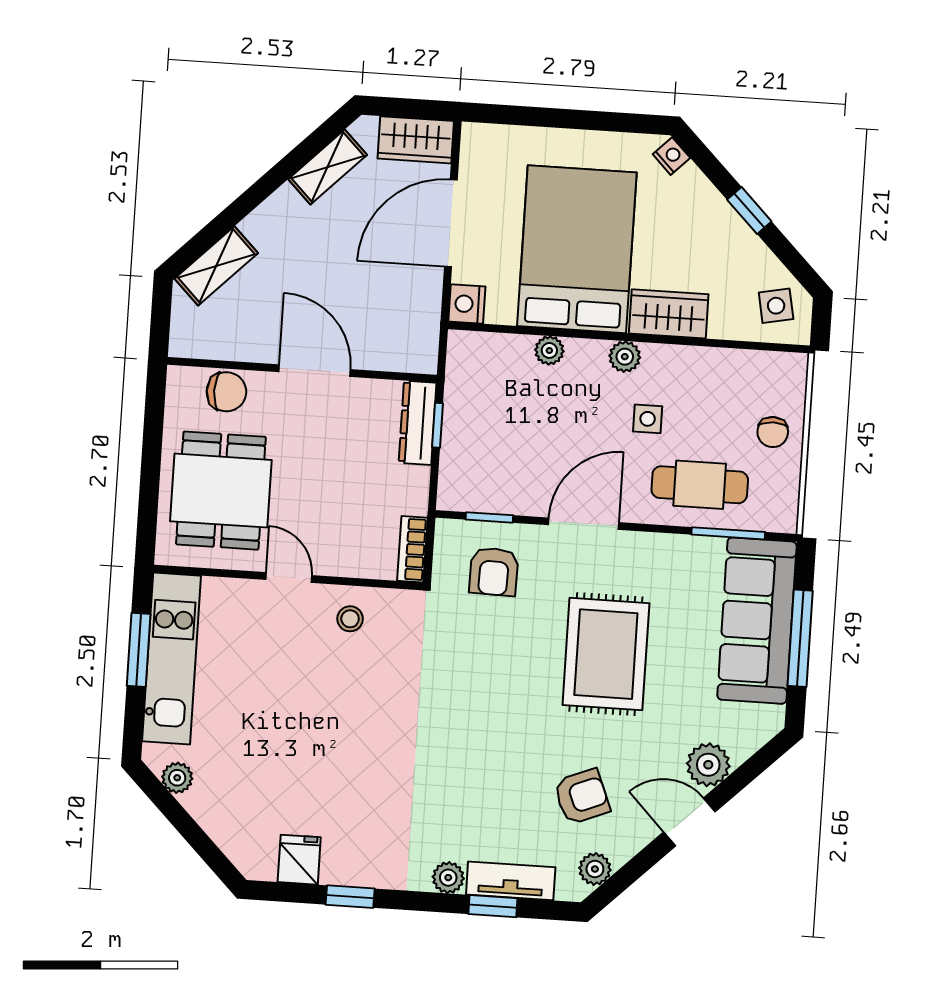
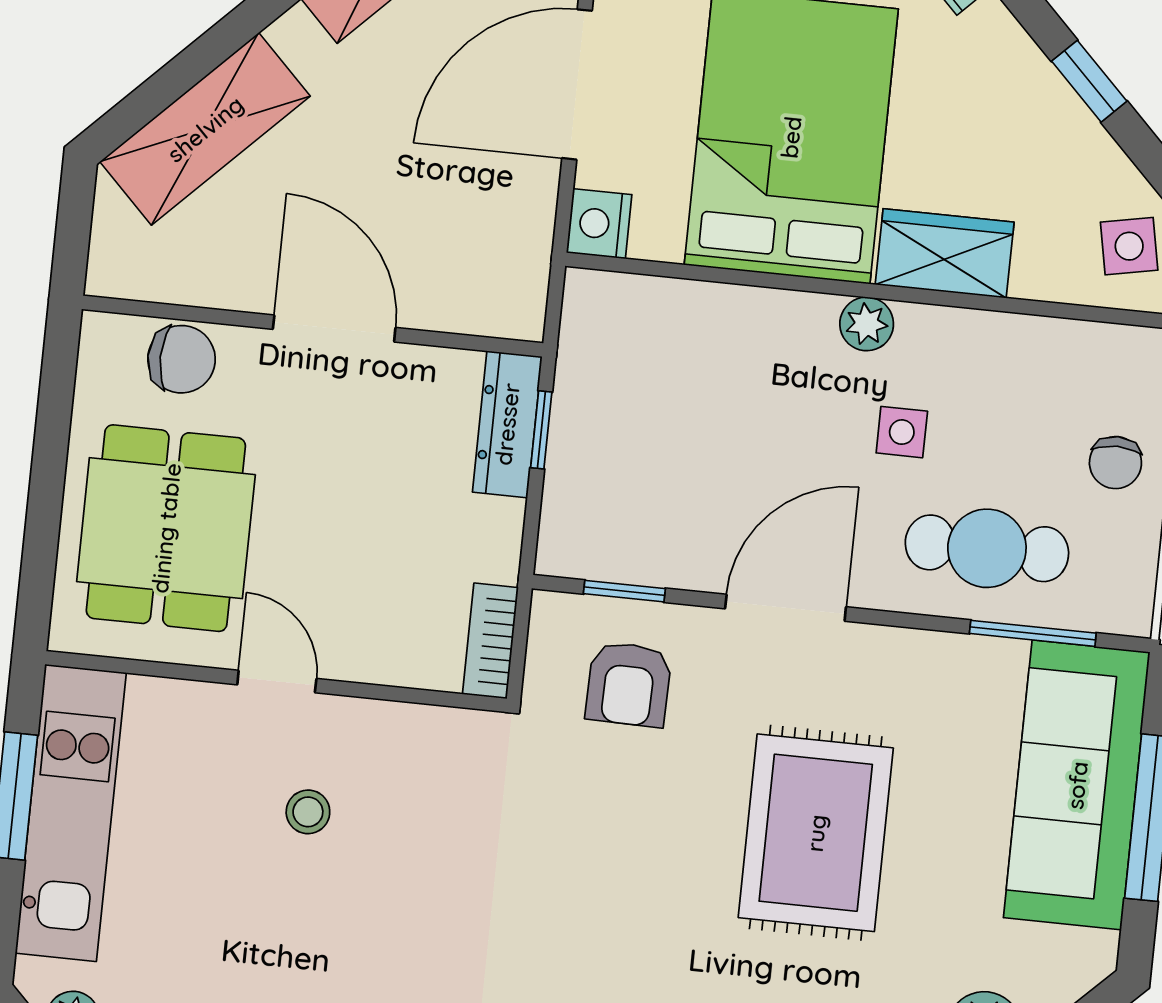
shelving: (216, 266) -> (205, 129), width x1.50, depth x1.33
plant: (549, 350) -> (738, 309), removed
stool: (350, 619) -> (308, 812), moved

